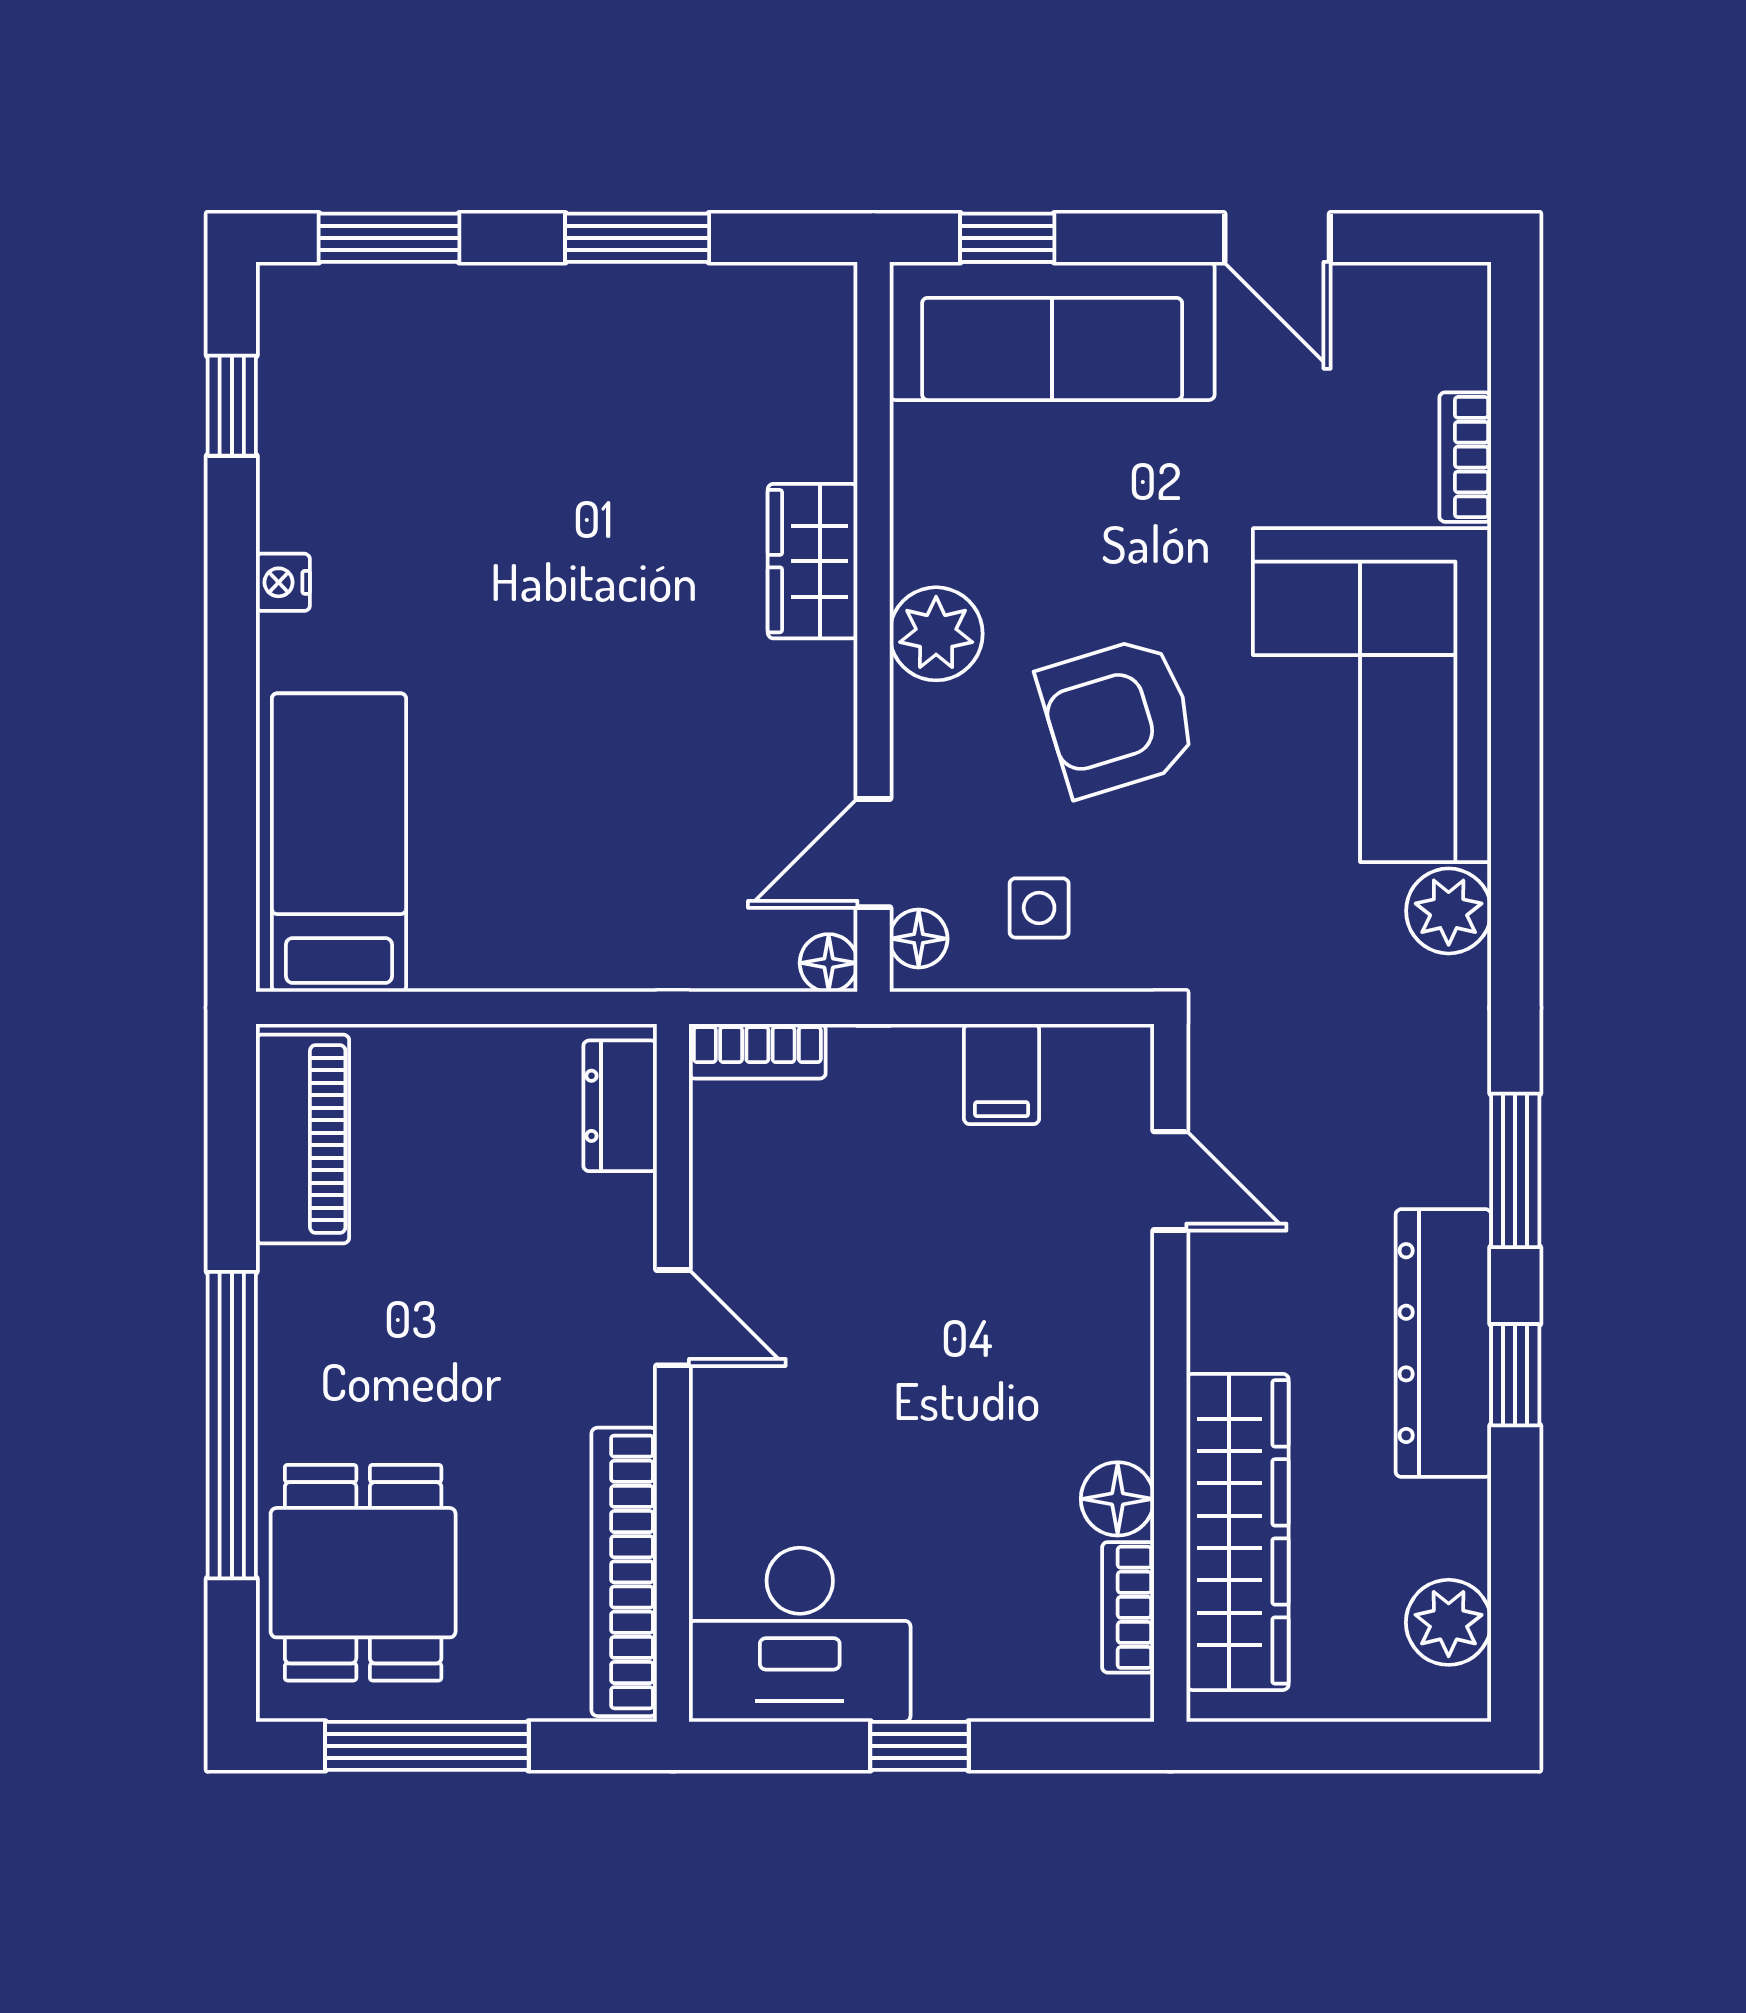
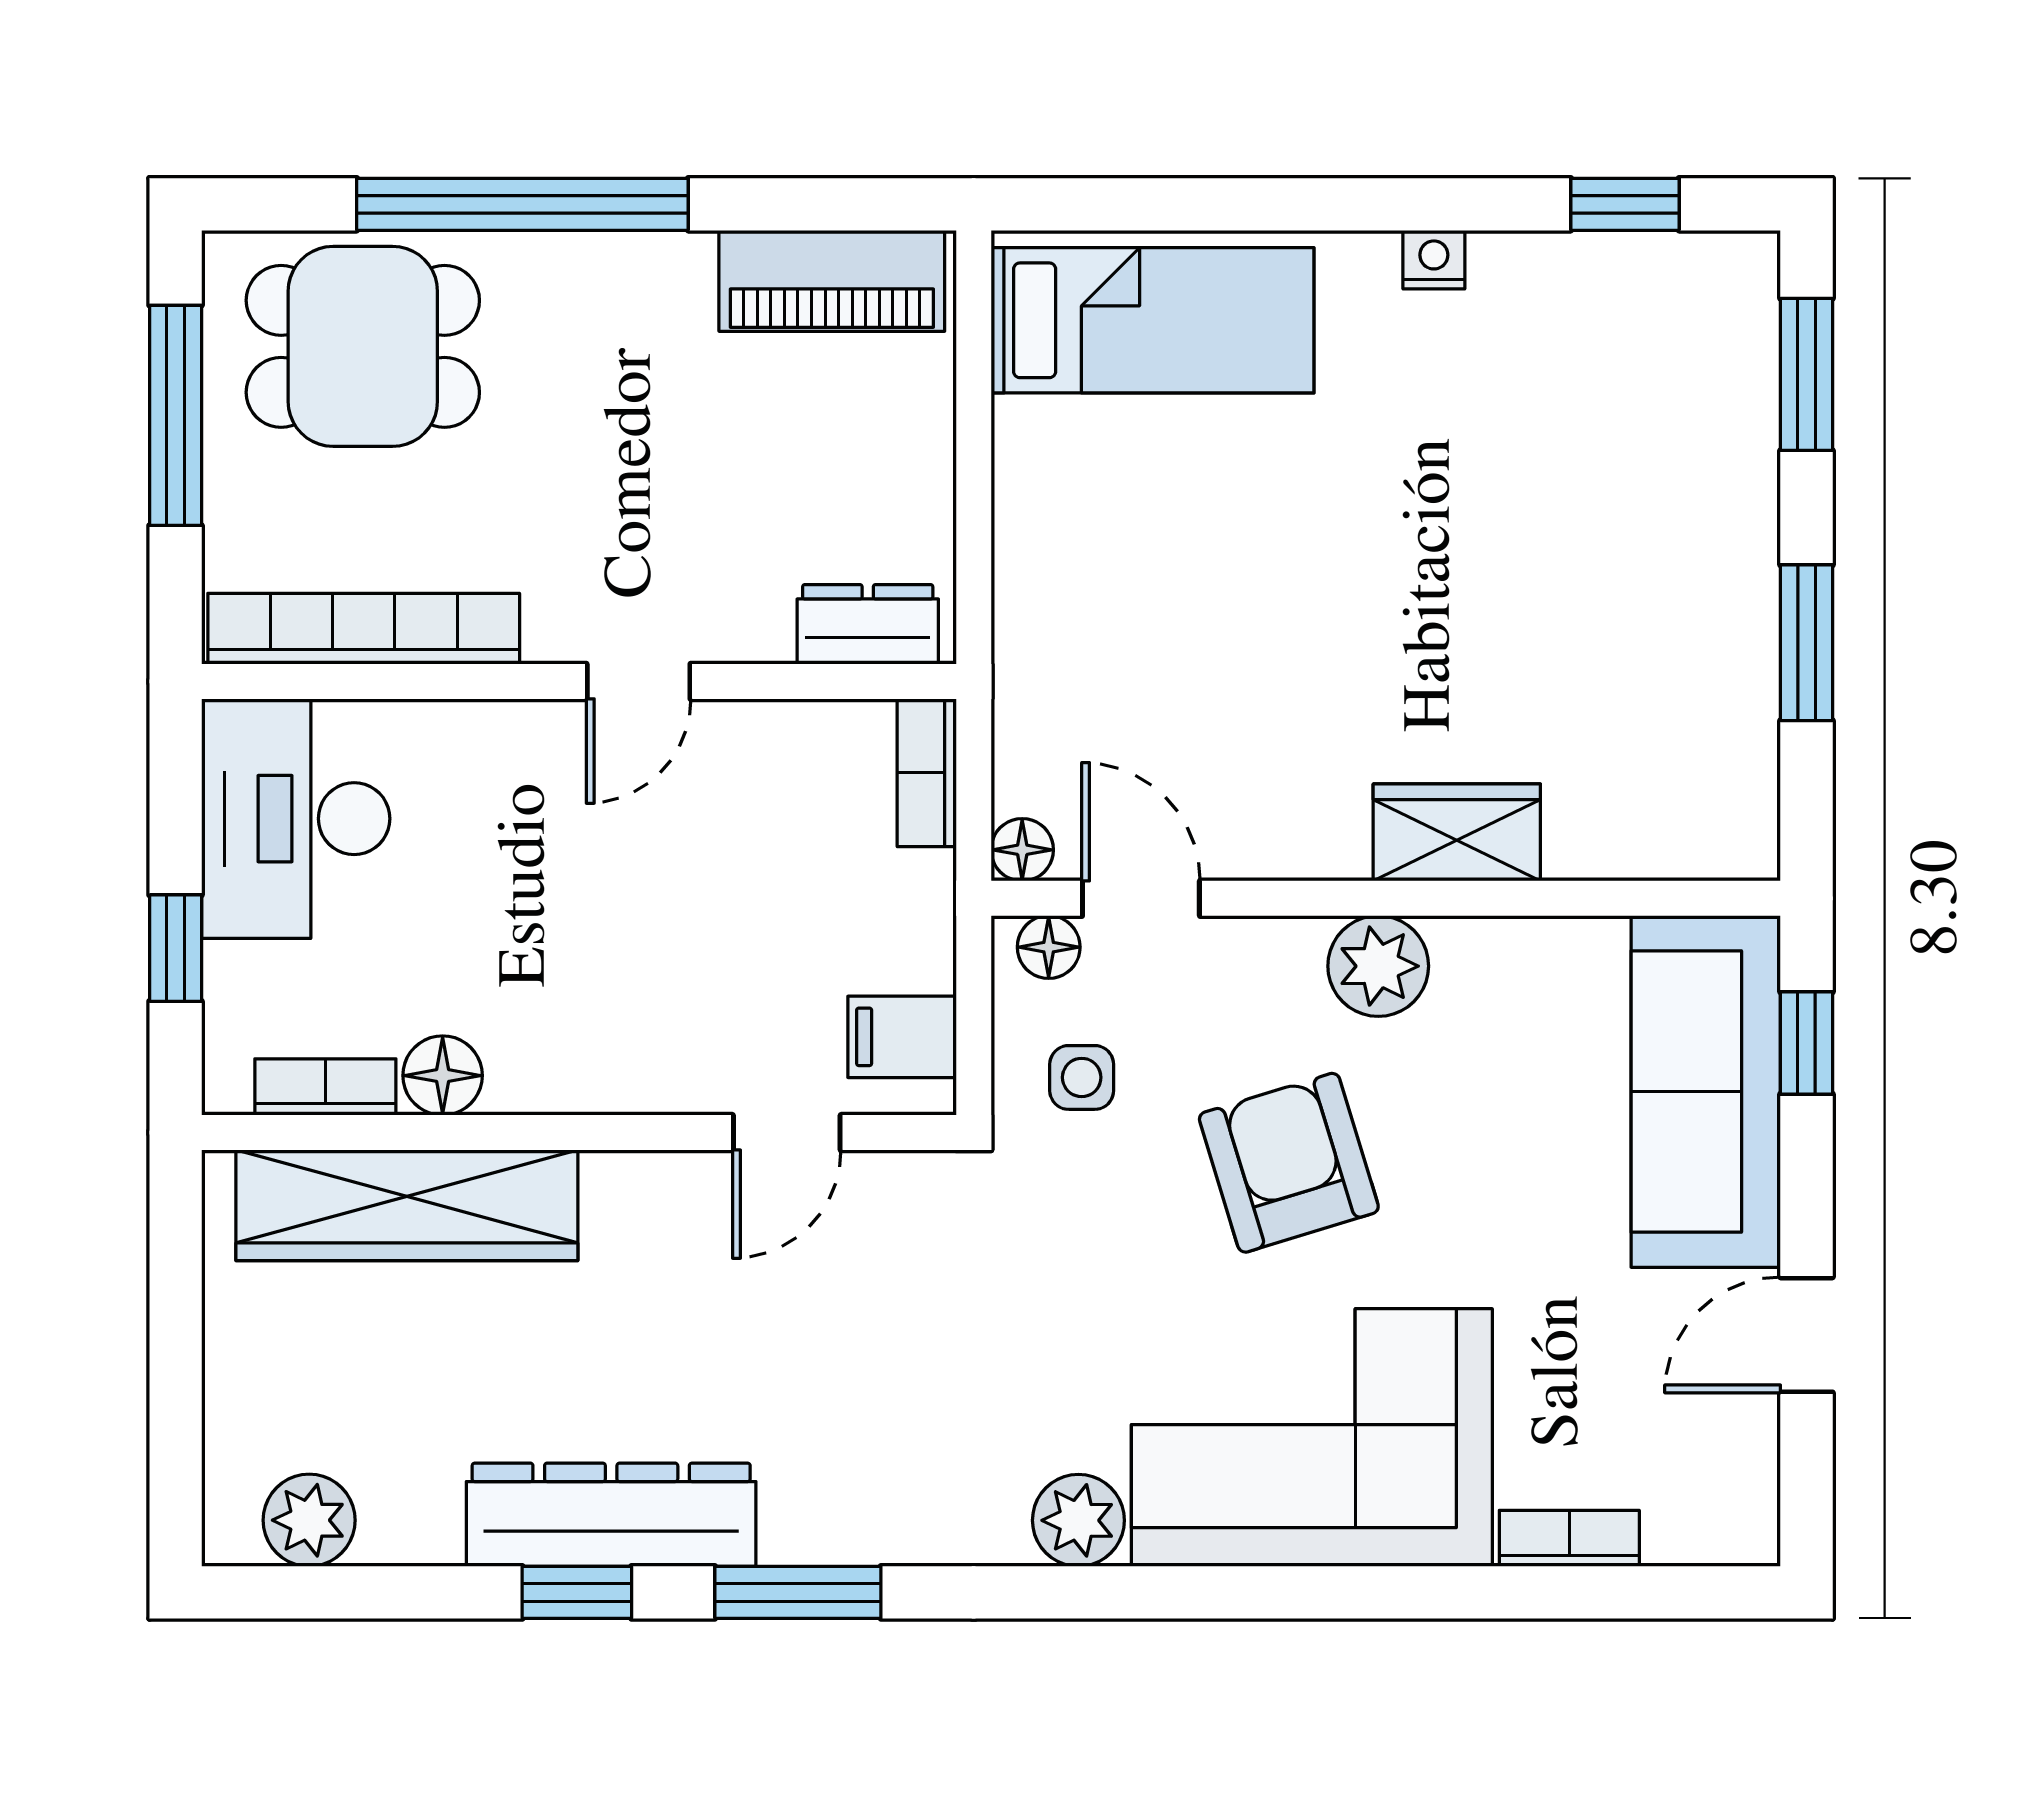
door: (1170, 1181) -> (787, 1133), moved
wall: (1170, 1373) -> (579, 1133), moved
floor lamp: (1118, 1499) -> (443, 1076), moved
wardrobe: (1238, 1532) -> (407, 1205), moved
bookcase: (1128, 1607) -> (325, 1087), moved

